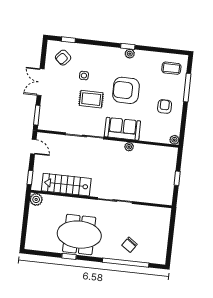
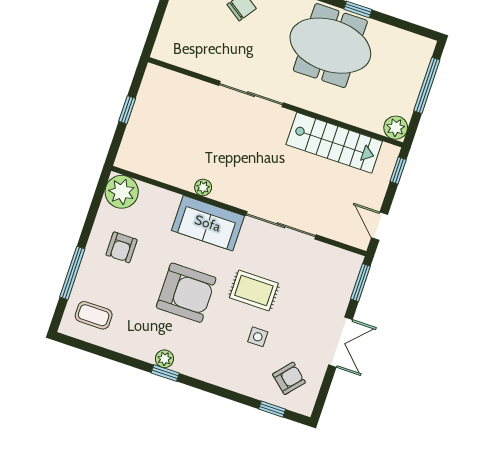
plant: (174, 140) -> (122, 192), width x1.88, depth x1.88
window: (25, 225) -> (427, 85), added

